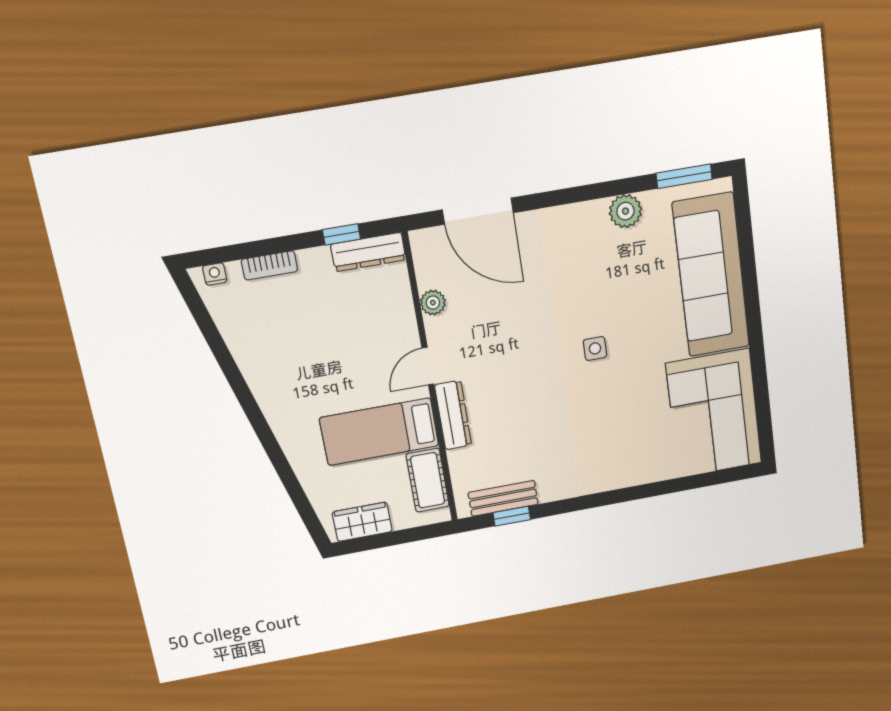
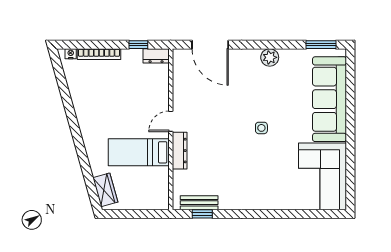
plant: (625, 211) -> (270, 57), moved
dresser: (368, 252) -> (156, 56), width x0.70
bookcase: (269, 265) -> (99, 54), width x1.56
plant: (433, 303) -> (179, 88), removed
cot: (428, 480) -> (160, 184), removed
wardrobe: (362, 522) -> (105, 190), moved, turned 74

